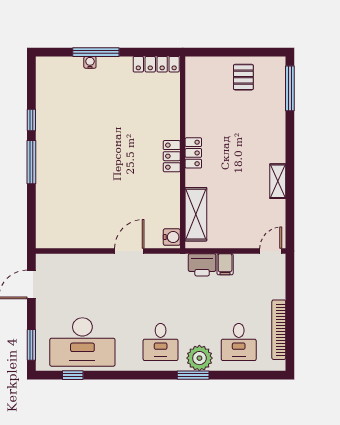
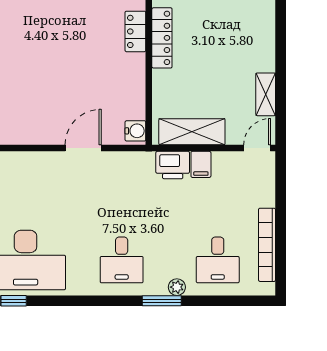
locker: (193, 153) -> (162, 38), width x1.53
shelving: (278, 181) -> (266, 94), moved
shelving: (196, 214) -> (192, 132), moved, turned 90
plant: (199, 358) -> (177, 287), width x0.53, depth x0.53

